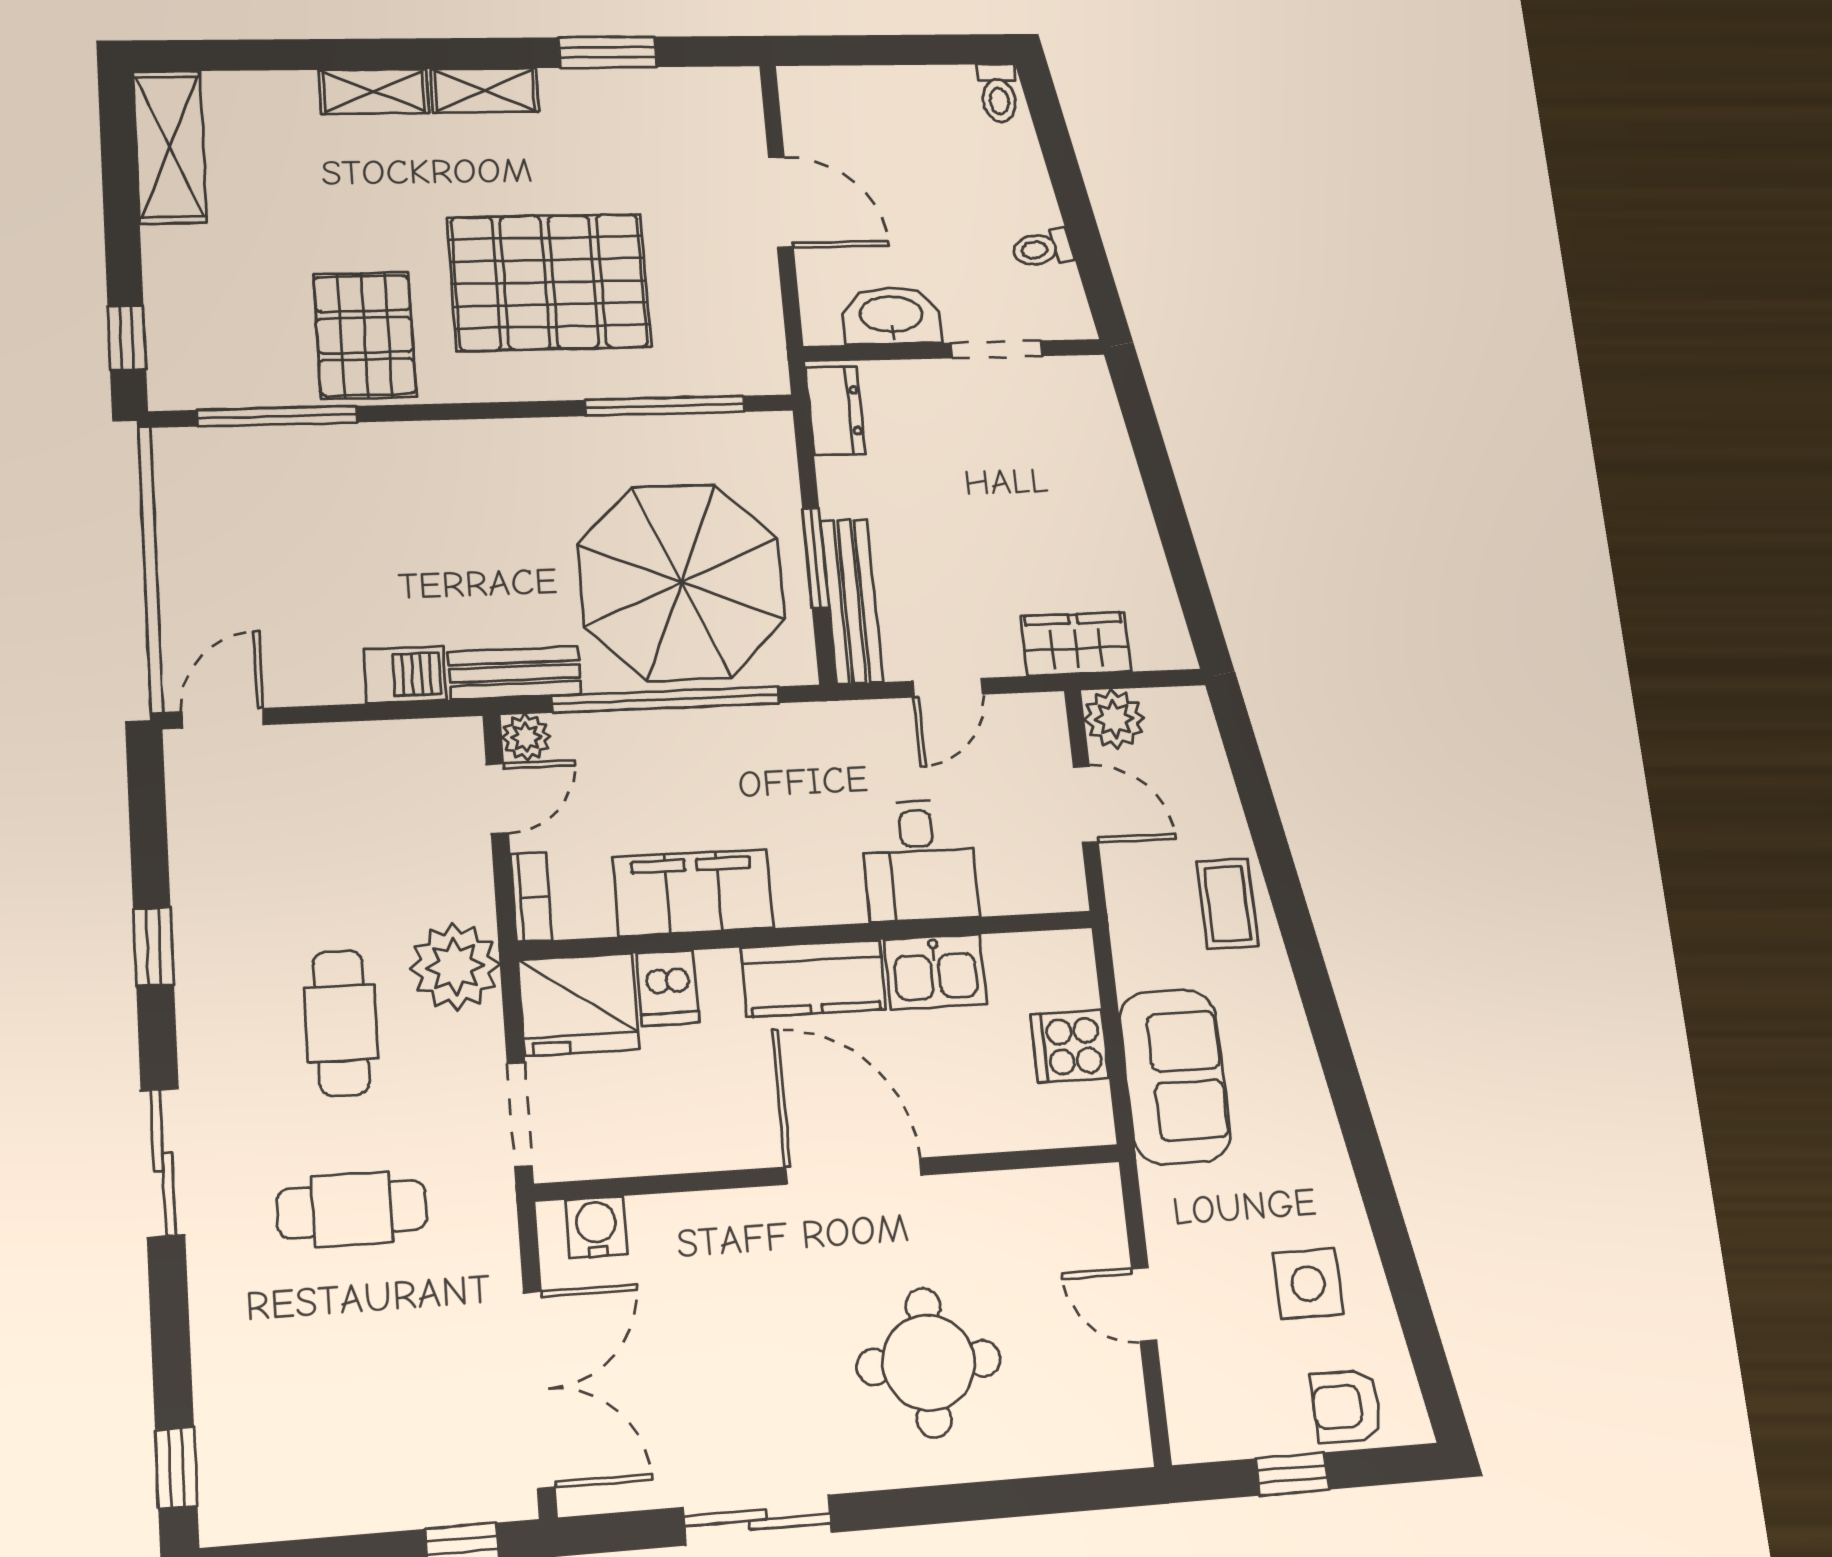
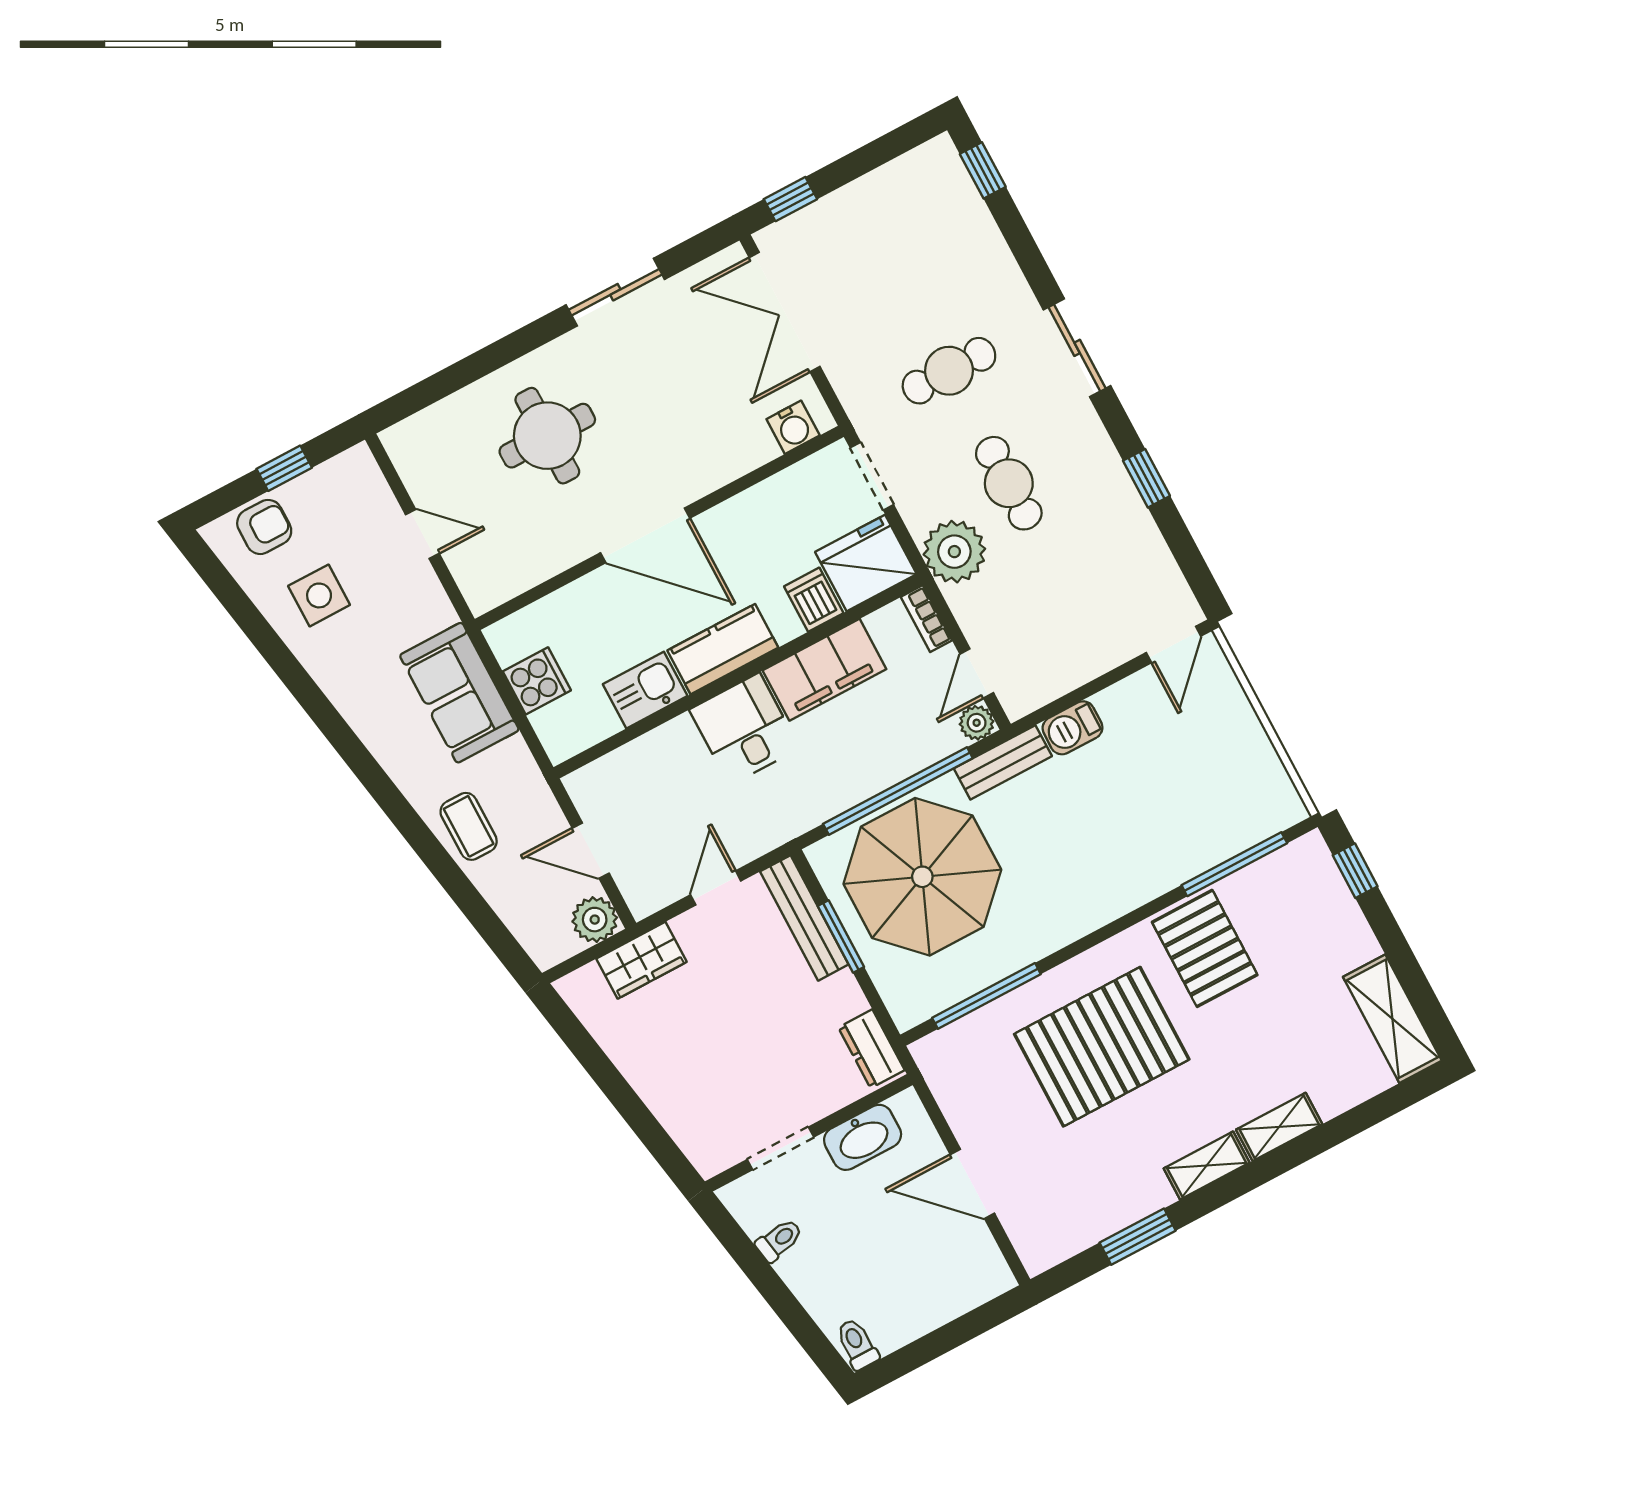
desk: (919, 861) -> (744, 729), moved

